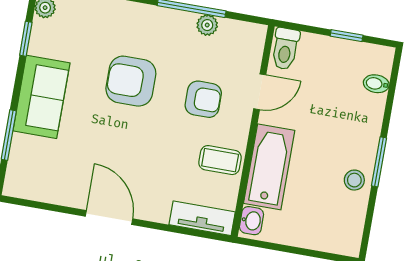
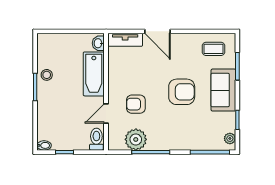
plant: (207, 25) -> (136, 139), width x1.88, depth x1.88
armchair: (131, 81) -> (182, 92), moved
bidet: (376, 84) -> (44, 145), moved
coffee table: (220, 160) -> (214, 49), moved
door: (109, 218) -> (158, 31), moved

